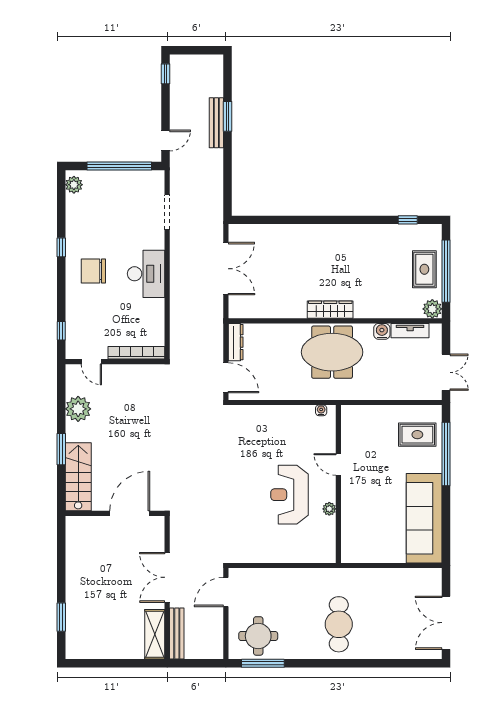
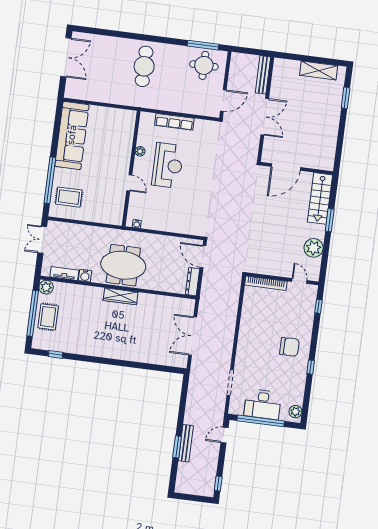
desk: (146, 274) -> (263, 404), moved, turned -90
row of seats: (288, 555) -> (174, 122), added
shelving: (155, 634) -> (319, 70), moved, turned 90

